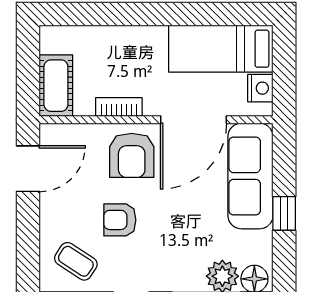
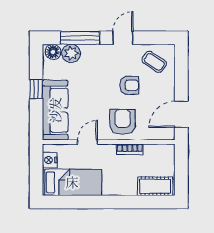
cot: (56, 86) -> (155, 186), moved, turned 90
door: (194, 120) -> (88, 142), width x0.53

